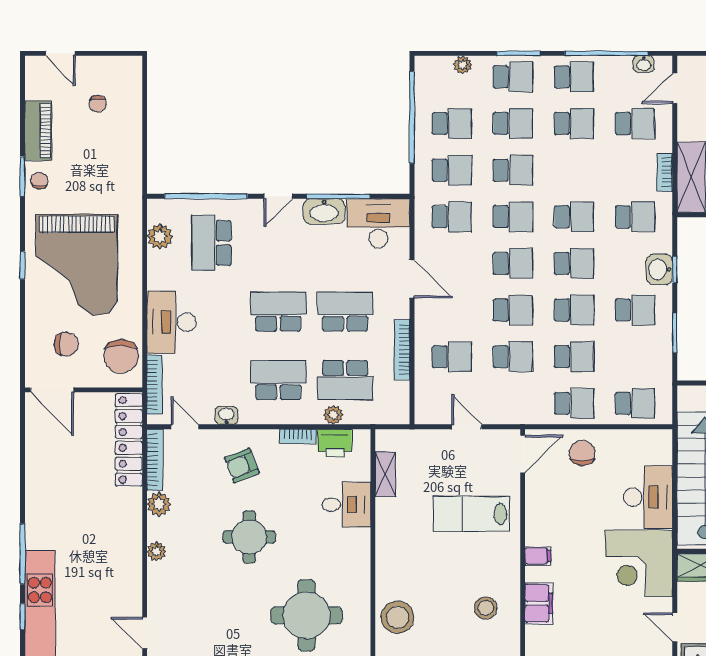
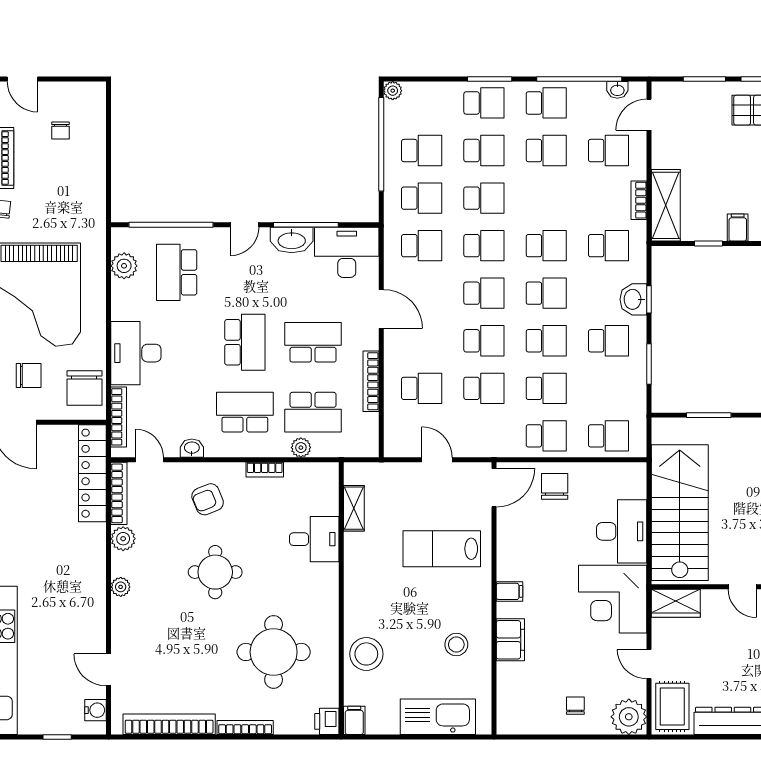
plant: (463, 65) -> (393, 91), moved
school desk: (278, 312) -> (245, 342), turned 90
printer: (335, 443) -> (302, 476), removed

